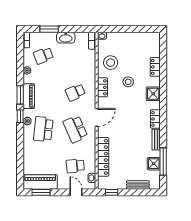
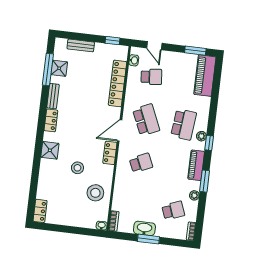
window: (49, 29) -> (148, 239), moved
locker: (155, 67) -> (40, 211), moved
locker: (102, 87) -> (110, 153), moved
window: (20, 95) -> (205, 181), moved
piano: (40, 182) -> (205, 76), moved, turned 90

